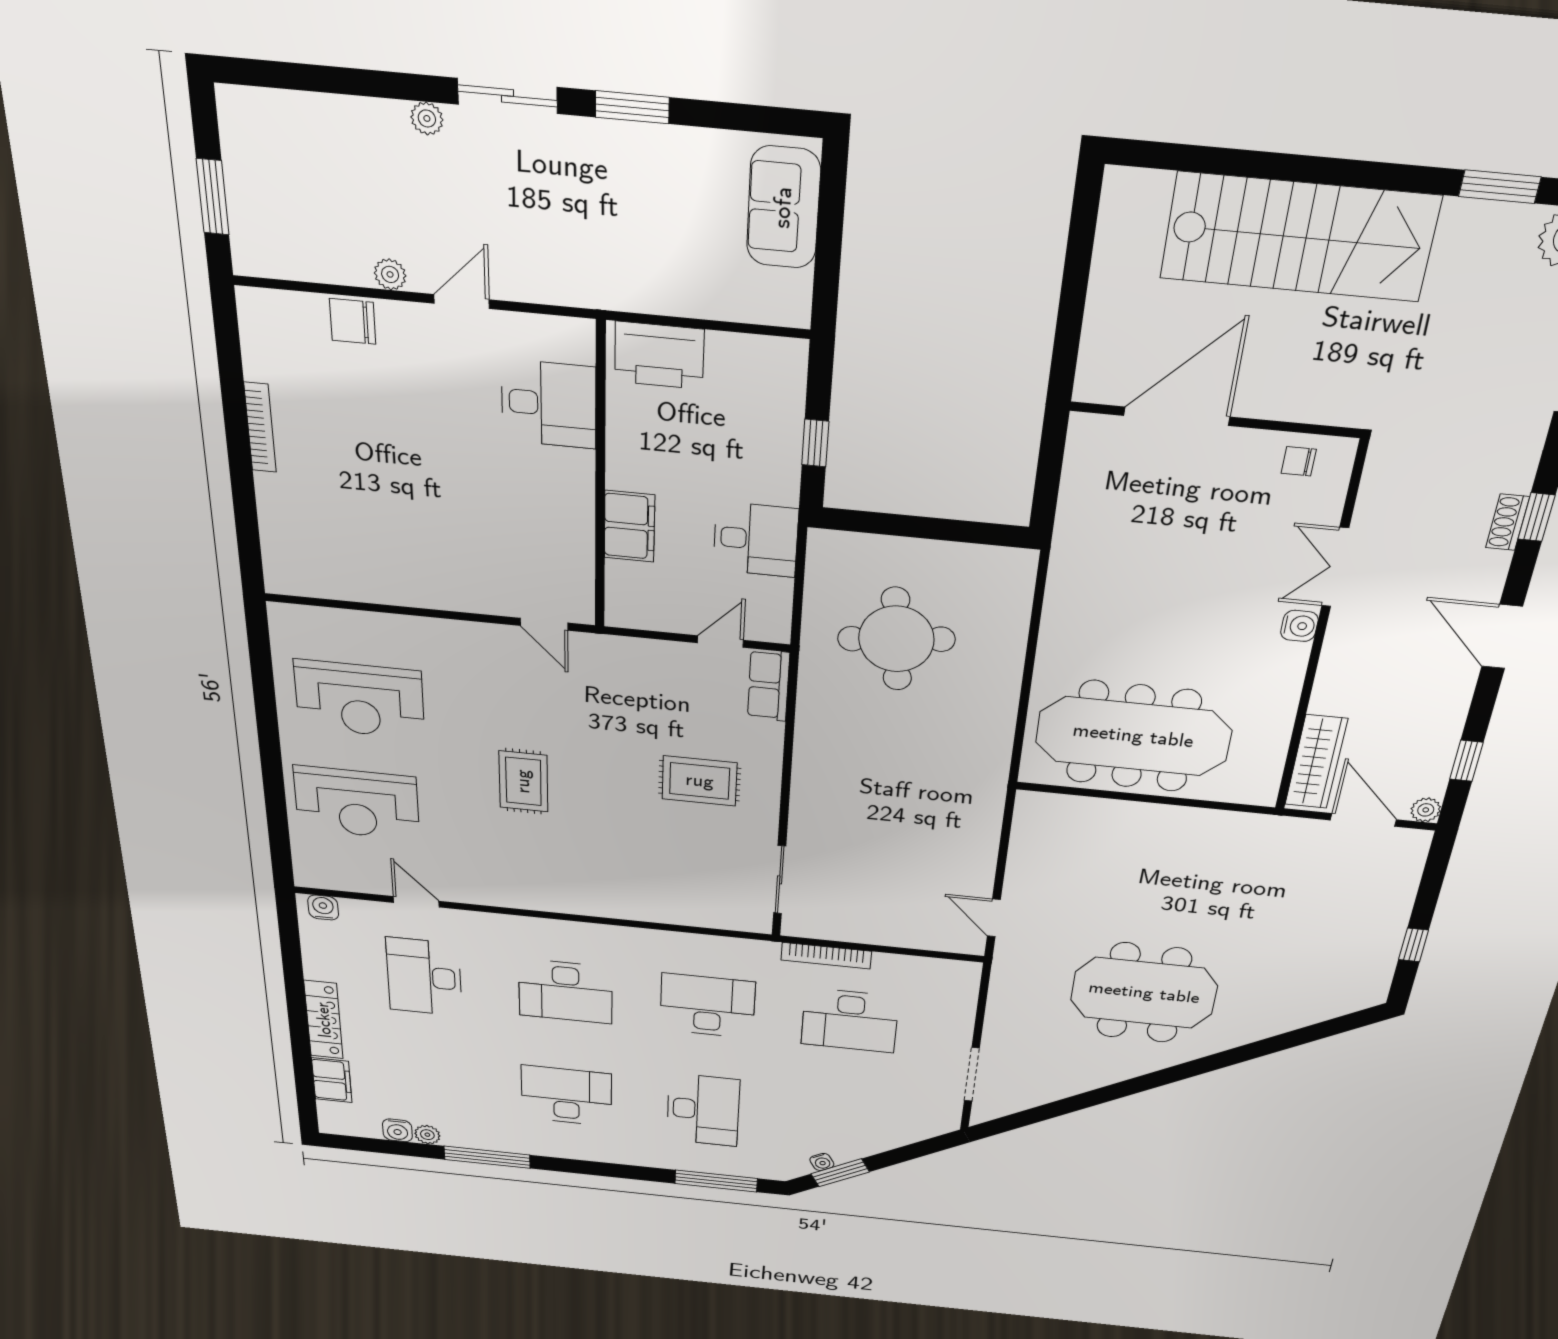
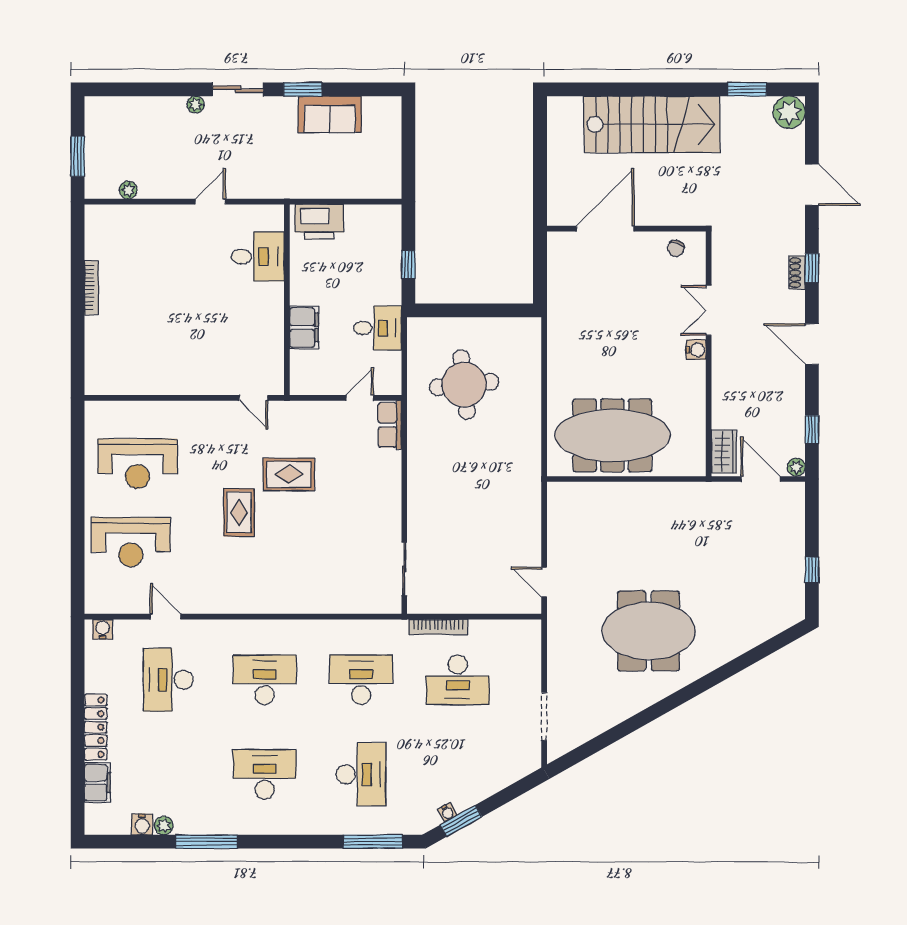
sofa: (783, 207) -> (330, 114), moved, turned -90
plant: (390, 274) -> (128, 190), moved
chair: (353, 321) -> (149, 219), removed
chair: (1299, 461) -> (676, 248), turned -72
wardrobe: (1316, 762) -> (724, 451), width x0.67
rug: (700, 781) -> (289, 474), moved
desk: (566, 991) -> (265, 680), turned 180

